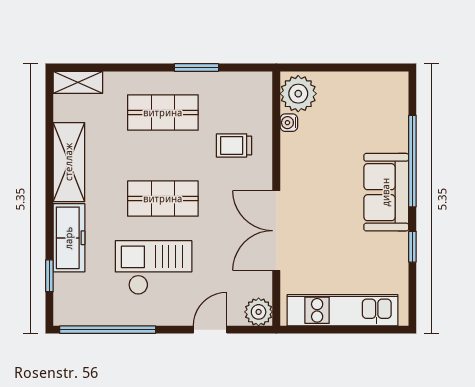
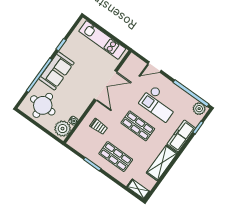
round table: (366, 110) -> (43, 105), added
plant: (259, 312) -> (199, 109), moved

